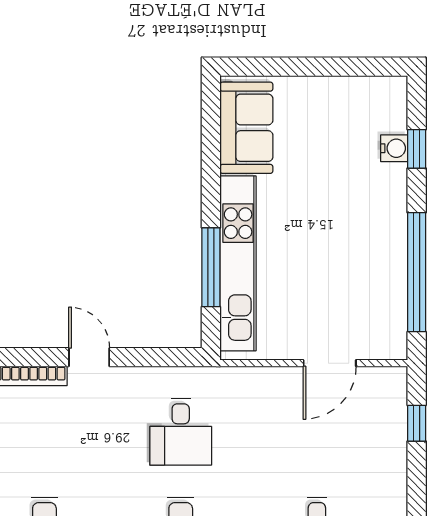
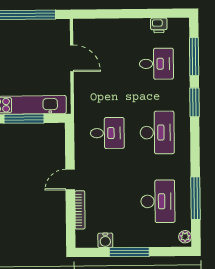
window: (417, 423) -> (102, 14), removed

